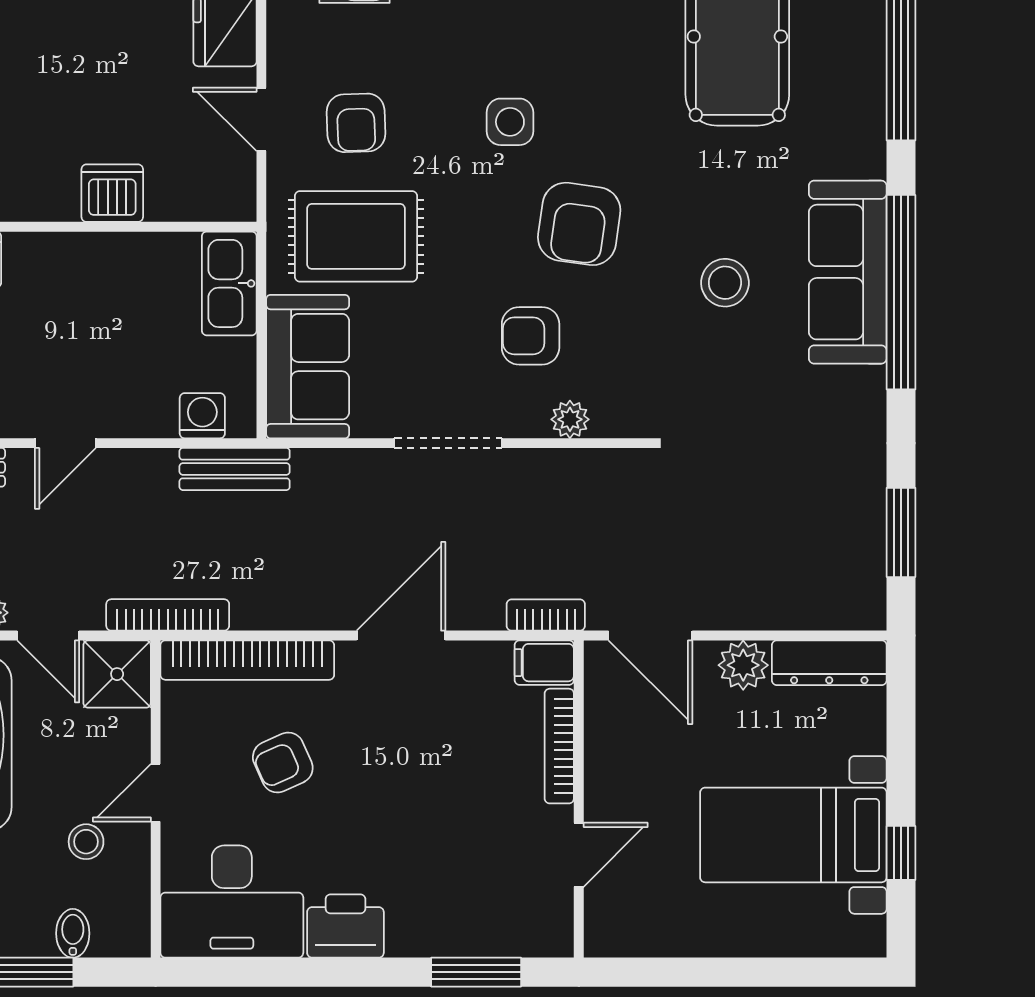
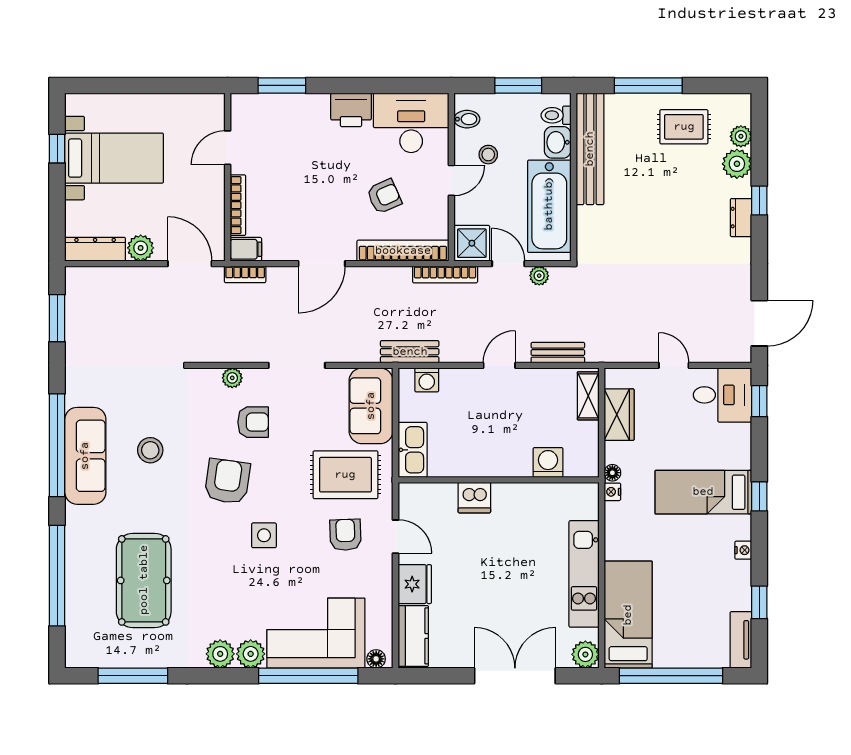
bidet: (73, 933) -> (467, 119), moved, turned -90

